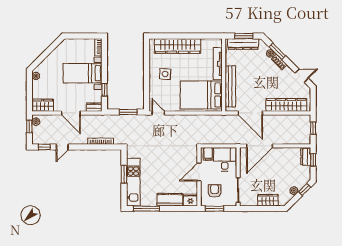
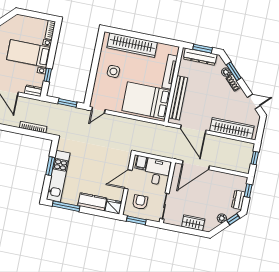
door: (158, 113) -> (98, 110), swing flipped
dresser: (306, 157) -> (238, 200), moved

